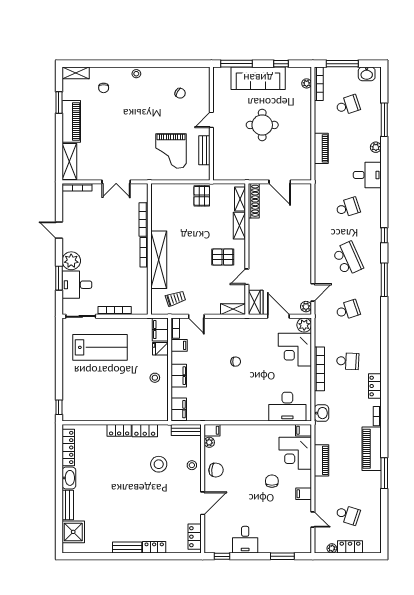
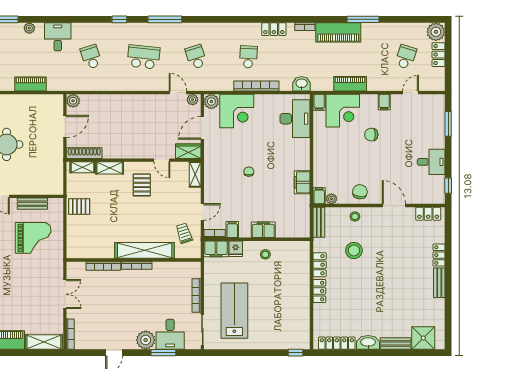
plant: (305, 190) -> (73, 101), added
school desk: (348, 259) -> (144, 57), turned 30
filing cabinet: (179, 409) -> (302, 182), moved, turned -90
plant: (332, 548) -> (436, 32), moved, width x1.88, depth x1.88

